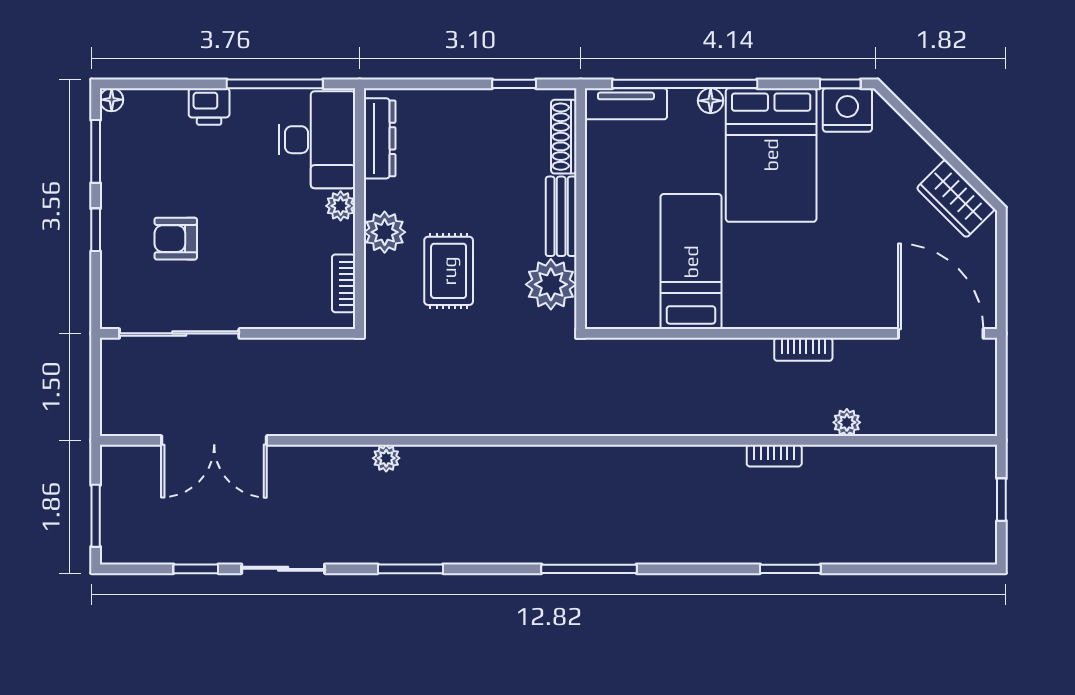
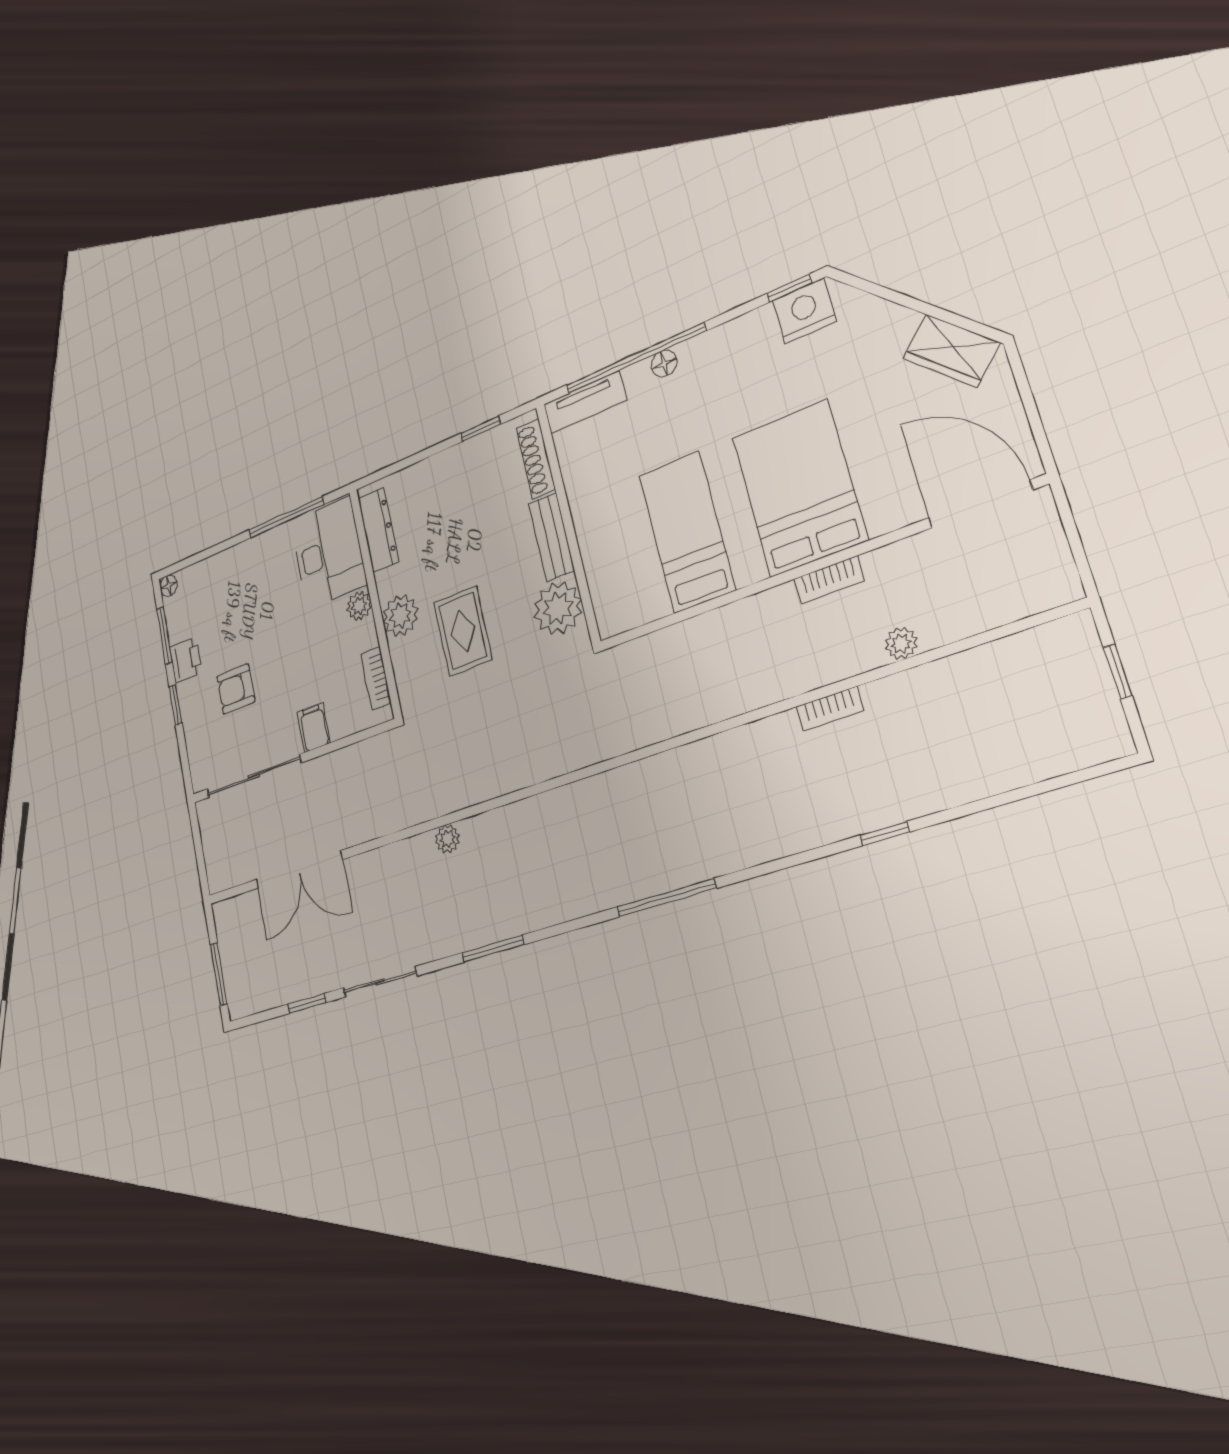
printer: (209, 107) -> (186, 660), moved, turned -90
bed: (771, 155) -> (799, 488), moved, turned 180
filing cabinet: (262, 308) -> (314, 727), added
window: (790, 569) -> (885, 834), width x0.67

